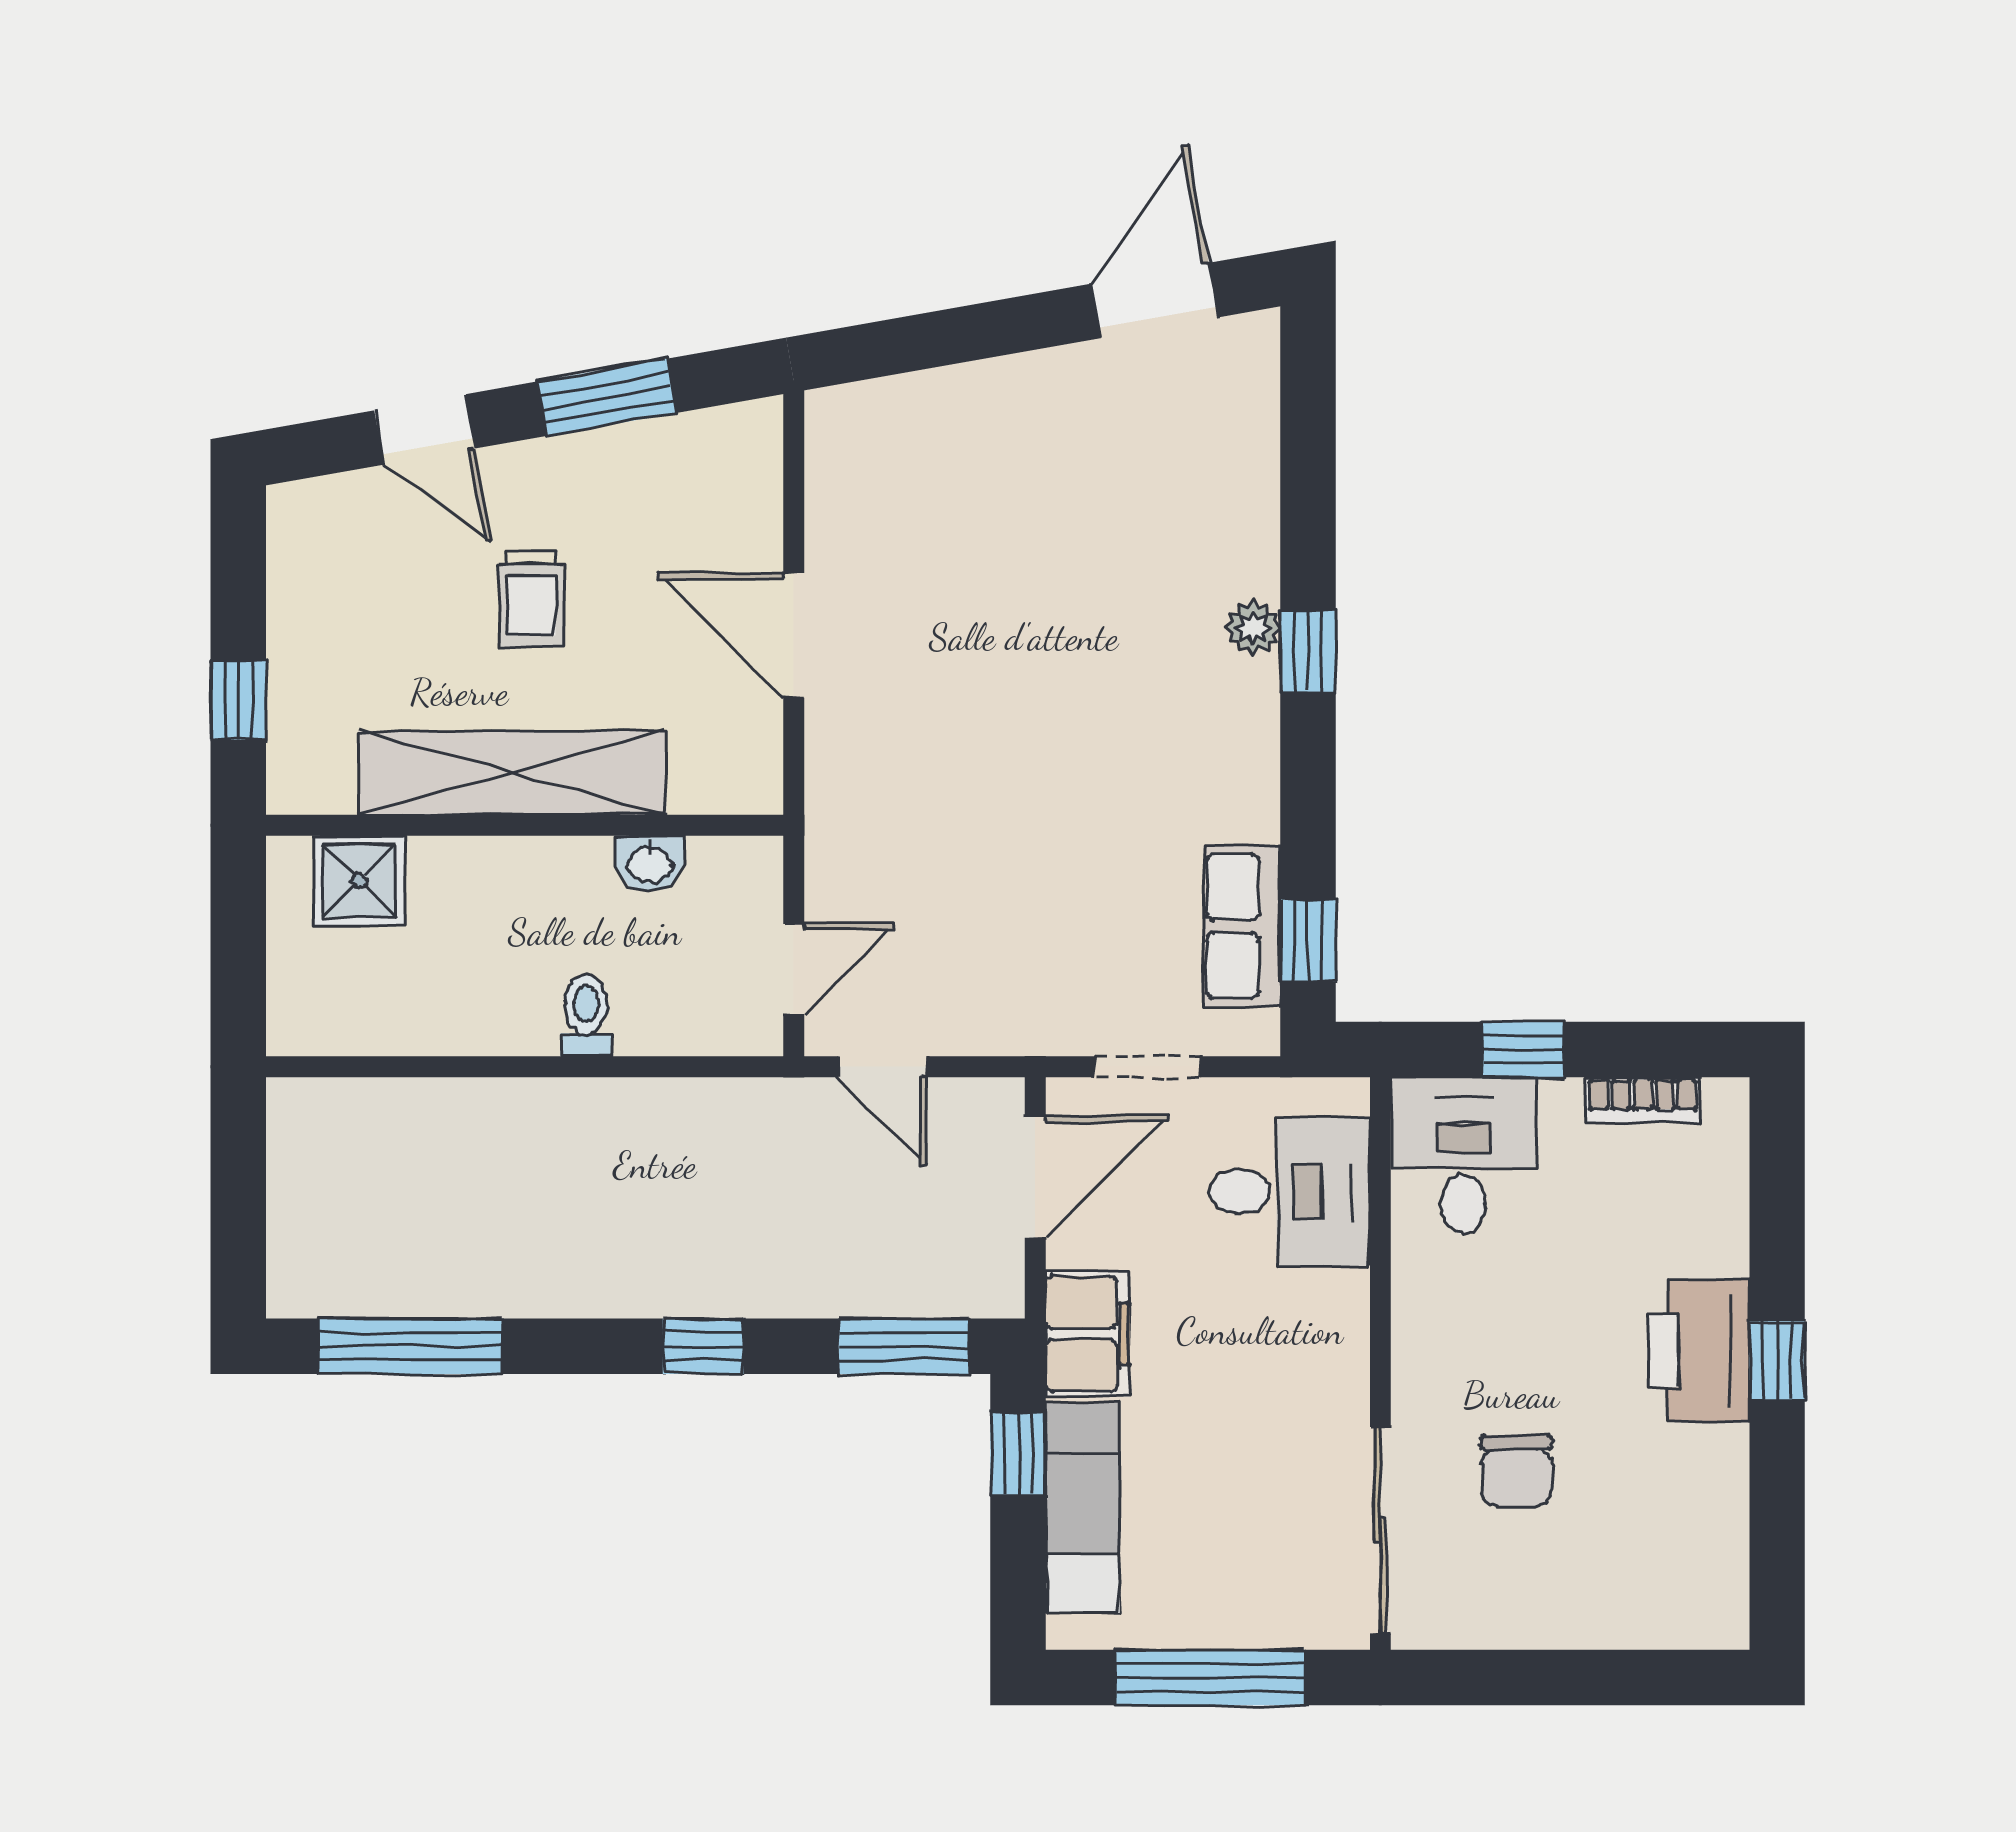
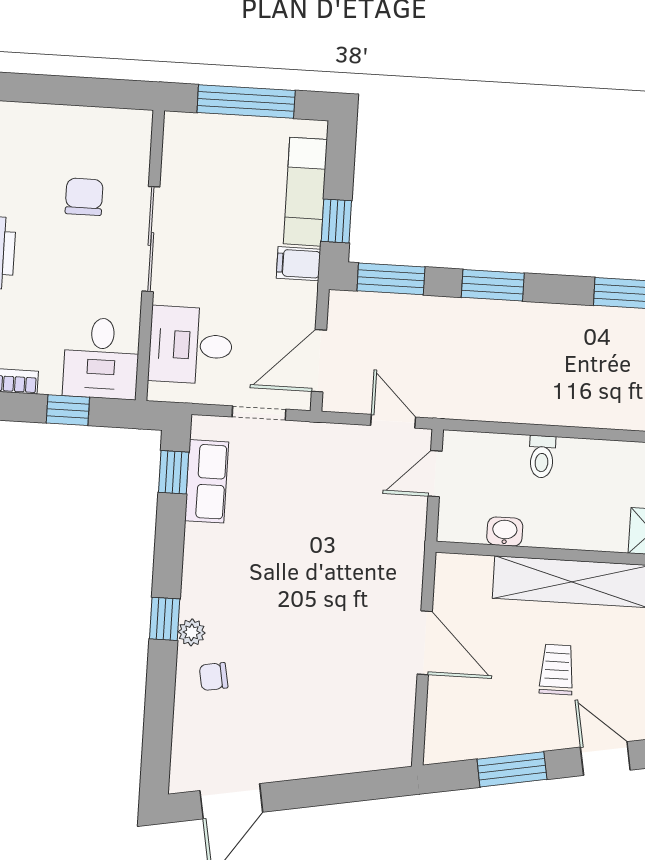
chair: (1205, 543) -> (214, 677), added
filing cabinet: (1087, 1334) -> (298, 264), width x0.50
window: (703, 1346) -> (493, 285), width x1.50
sliding door: (1380, 1530) -> (151, 239), moved

